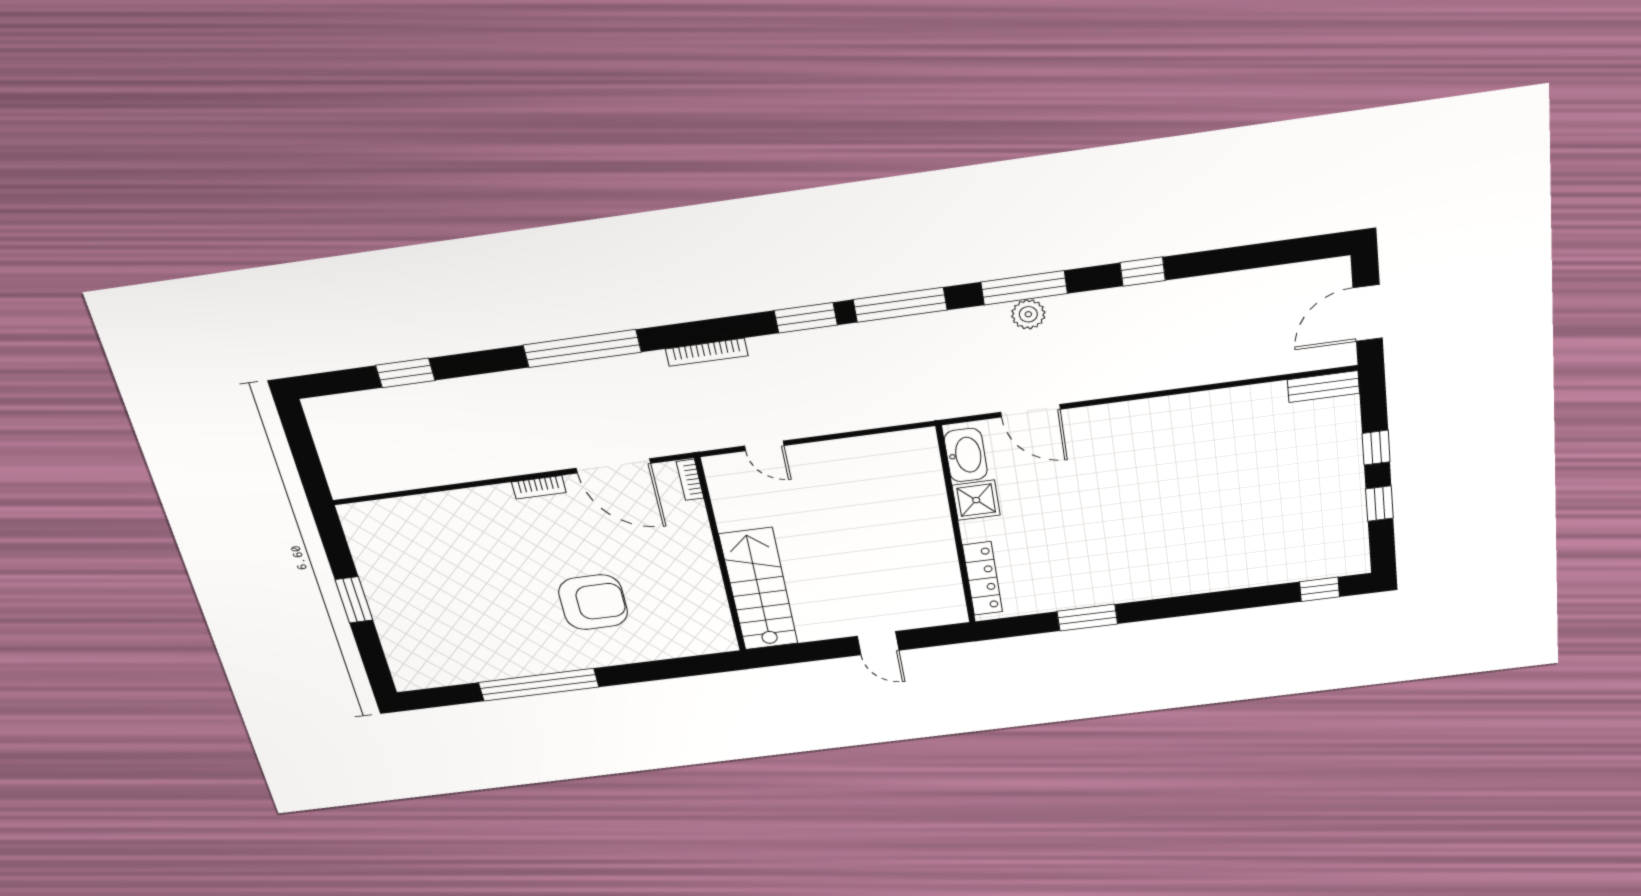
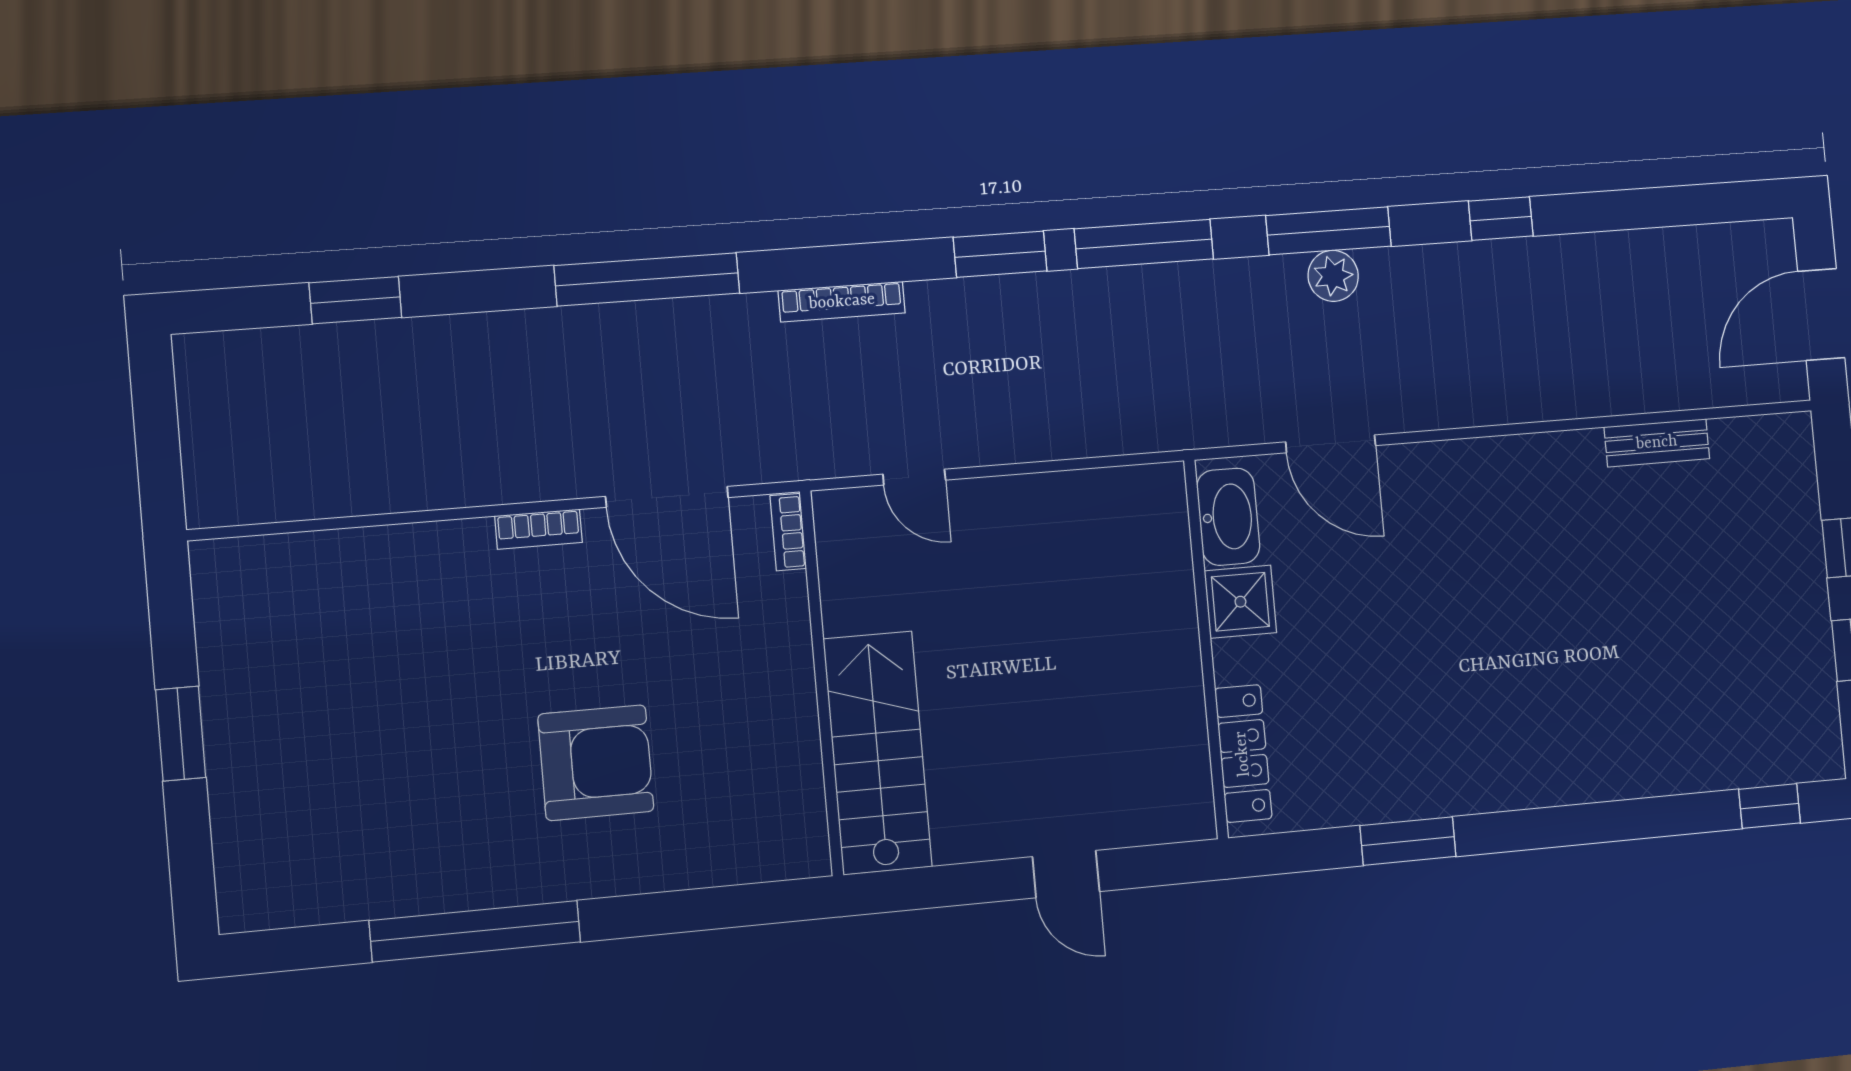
bench: (1323, 387) -> (1657, 443), moved

